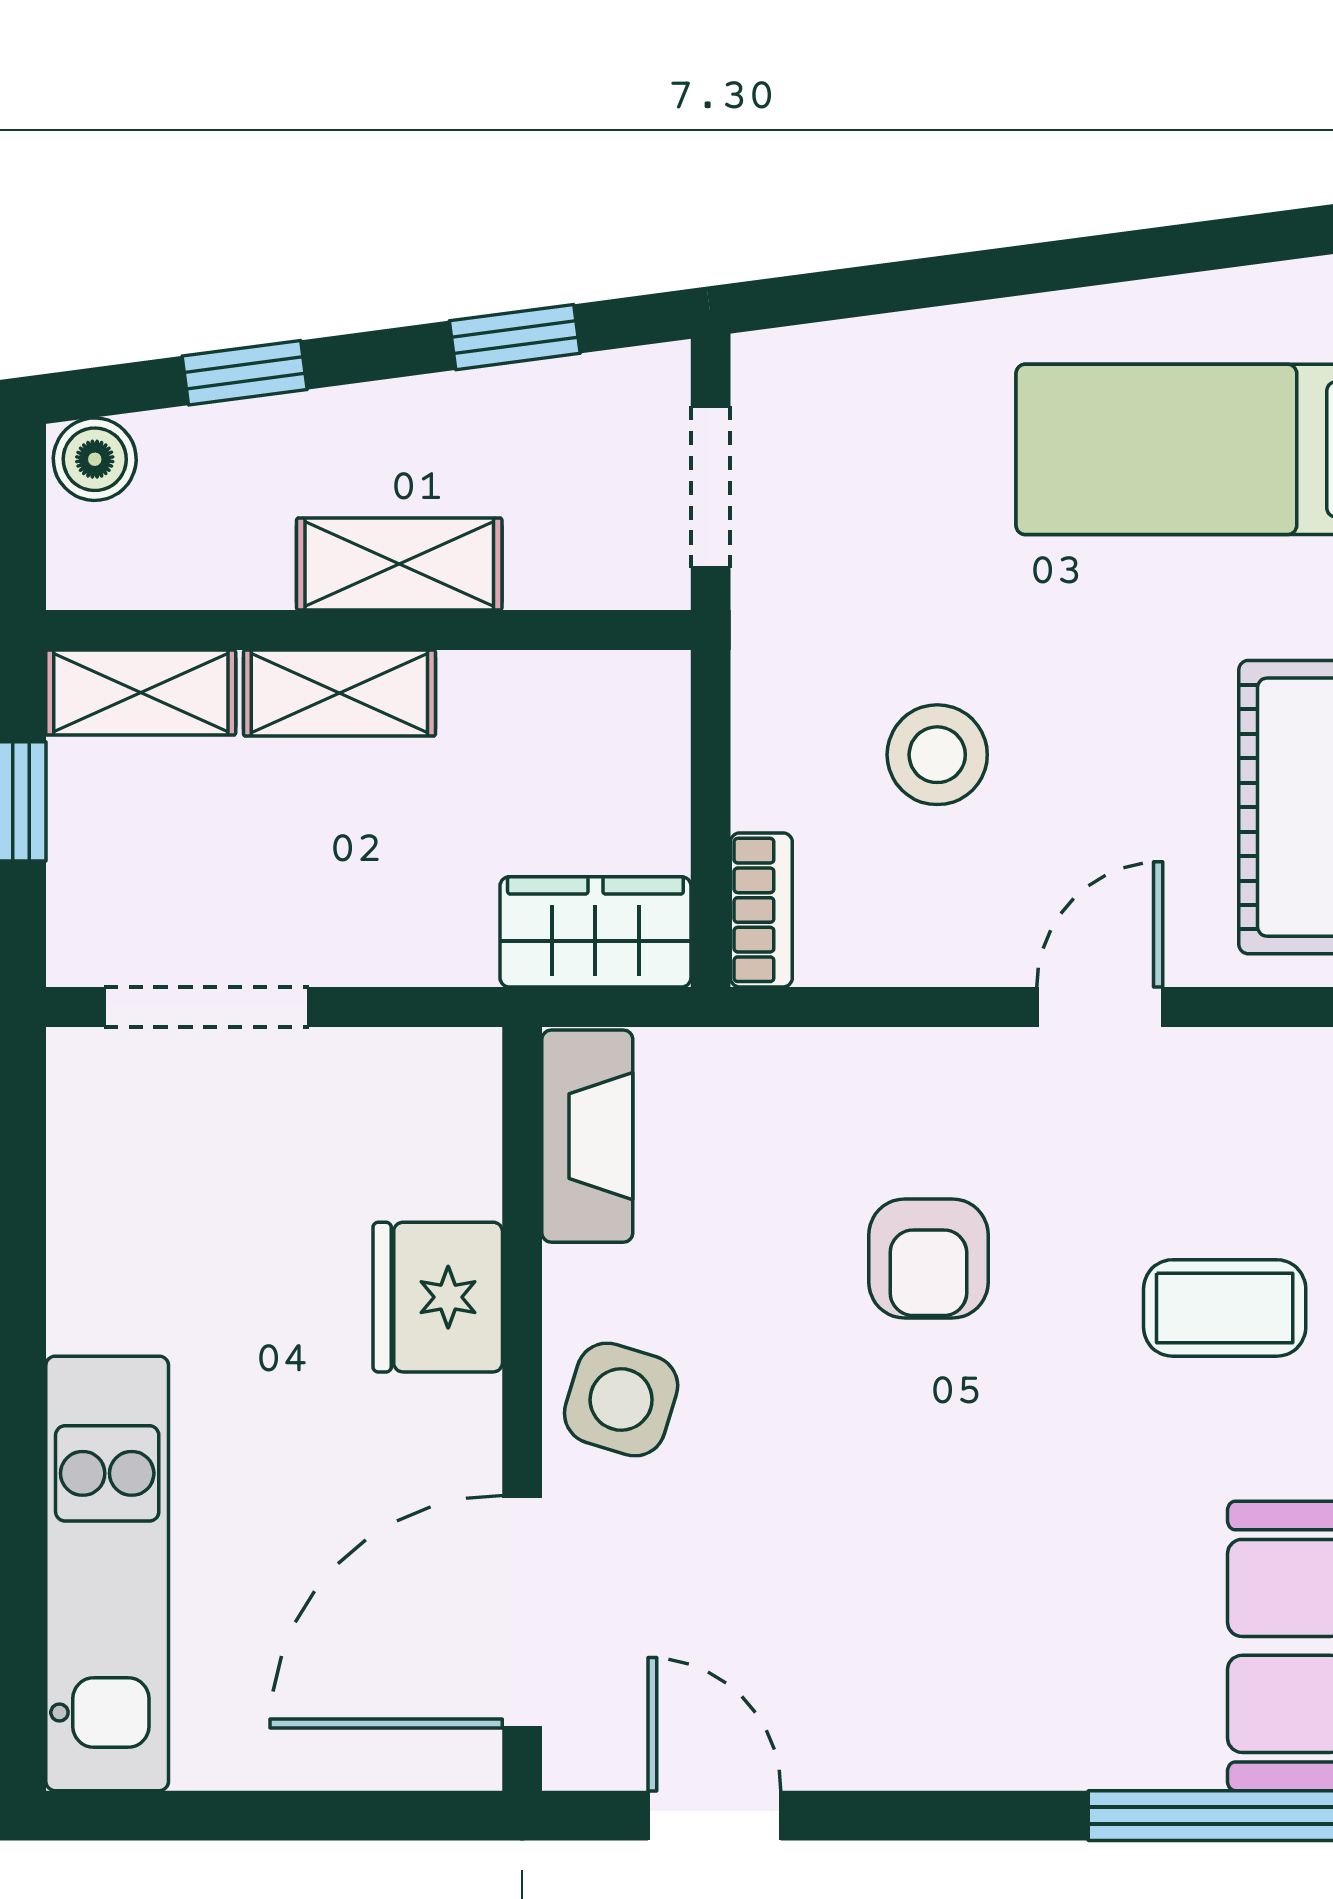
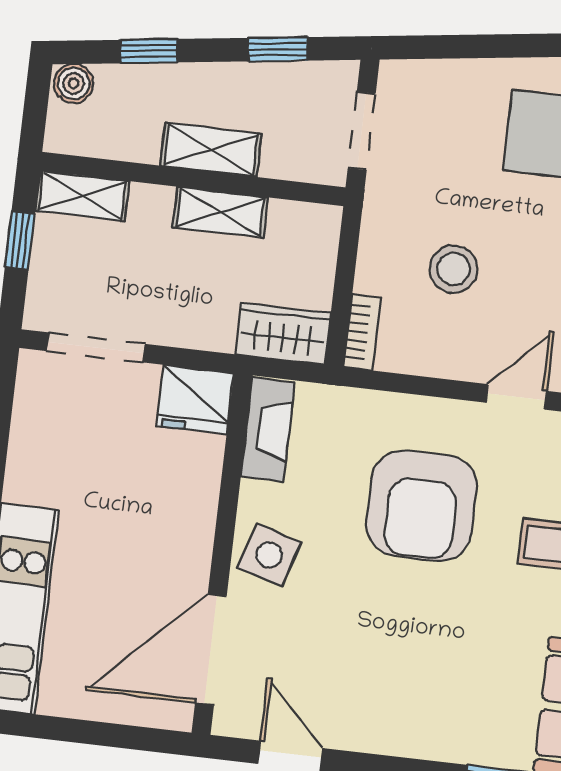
shelving: (339, 693) -> (220, 212), moved
armchair: (928, 1258) -> (422, 506), width x1.88, depth x1.88
fridge: (438, 1297) -> (195, 399), moved, turned -90

